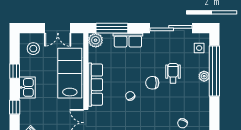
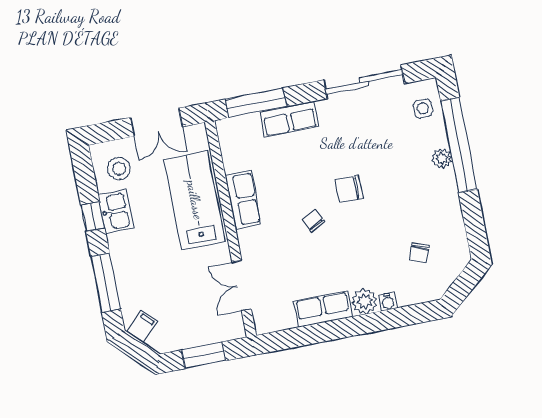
plant: (96, 40) -> (230, 131), removed
wheelchair: (173, 73) -> (384, 164), removed
row of seats: (95, 85) -> (243, 200), width x0.68
kitchen sink: (27, 87) -> (116, 211), moved
window: (15, 107) -> (106, 282), width x2.17

